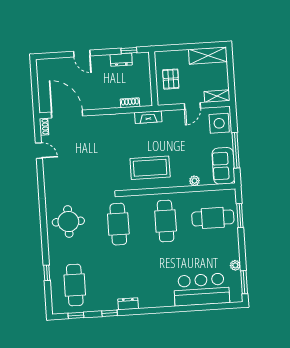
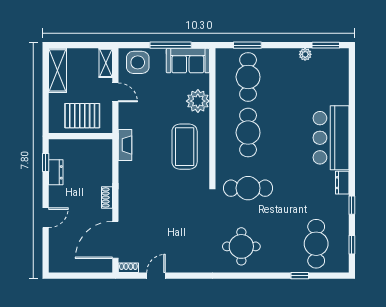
pallet: (171, 79) -> (82, 116), width x1.50, depth x1.42
shoe rack: (130, 103) -> (107, 197), moved
plant: (194, 181) -> (198, 101), width x1.87, depth x1.87
cafe table: (166, 221) -> (248, 133), turned 90
cafe table: (75, 285) -> (316, 244), turned 90
bar counter: (202, 289) -> (331, 138), moved

